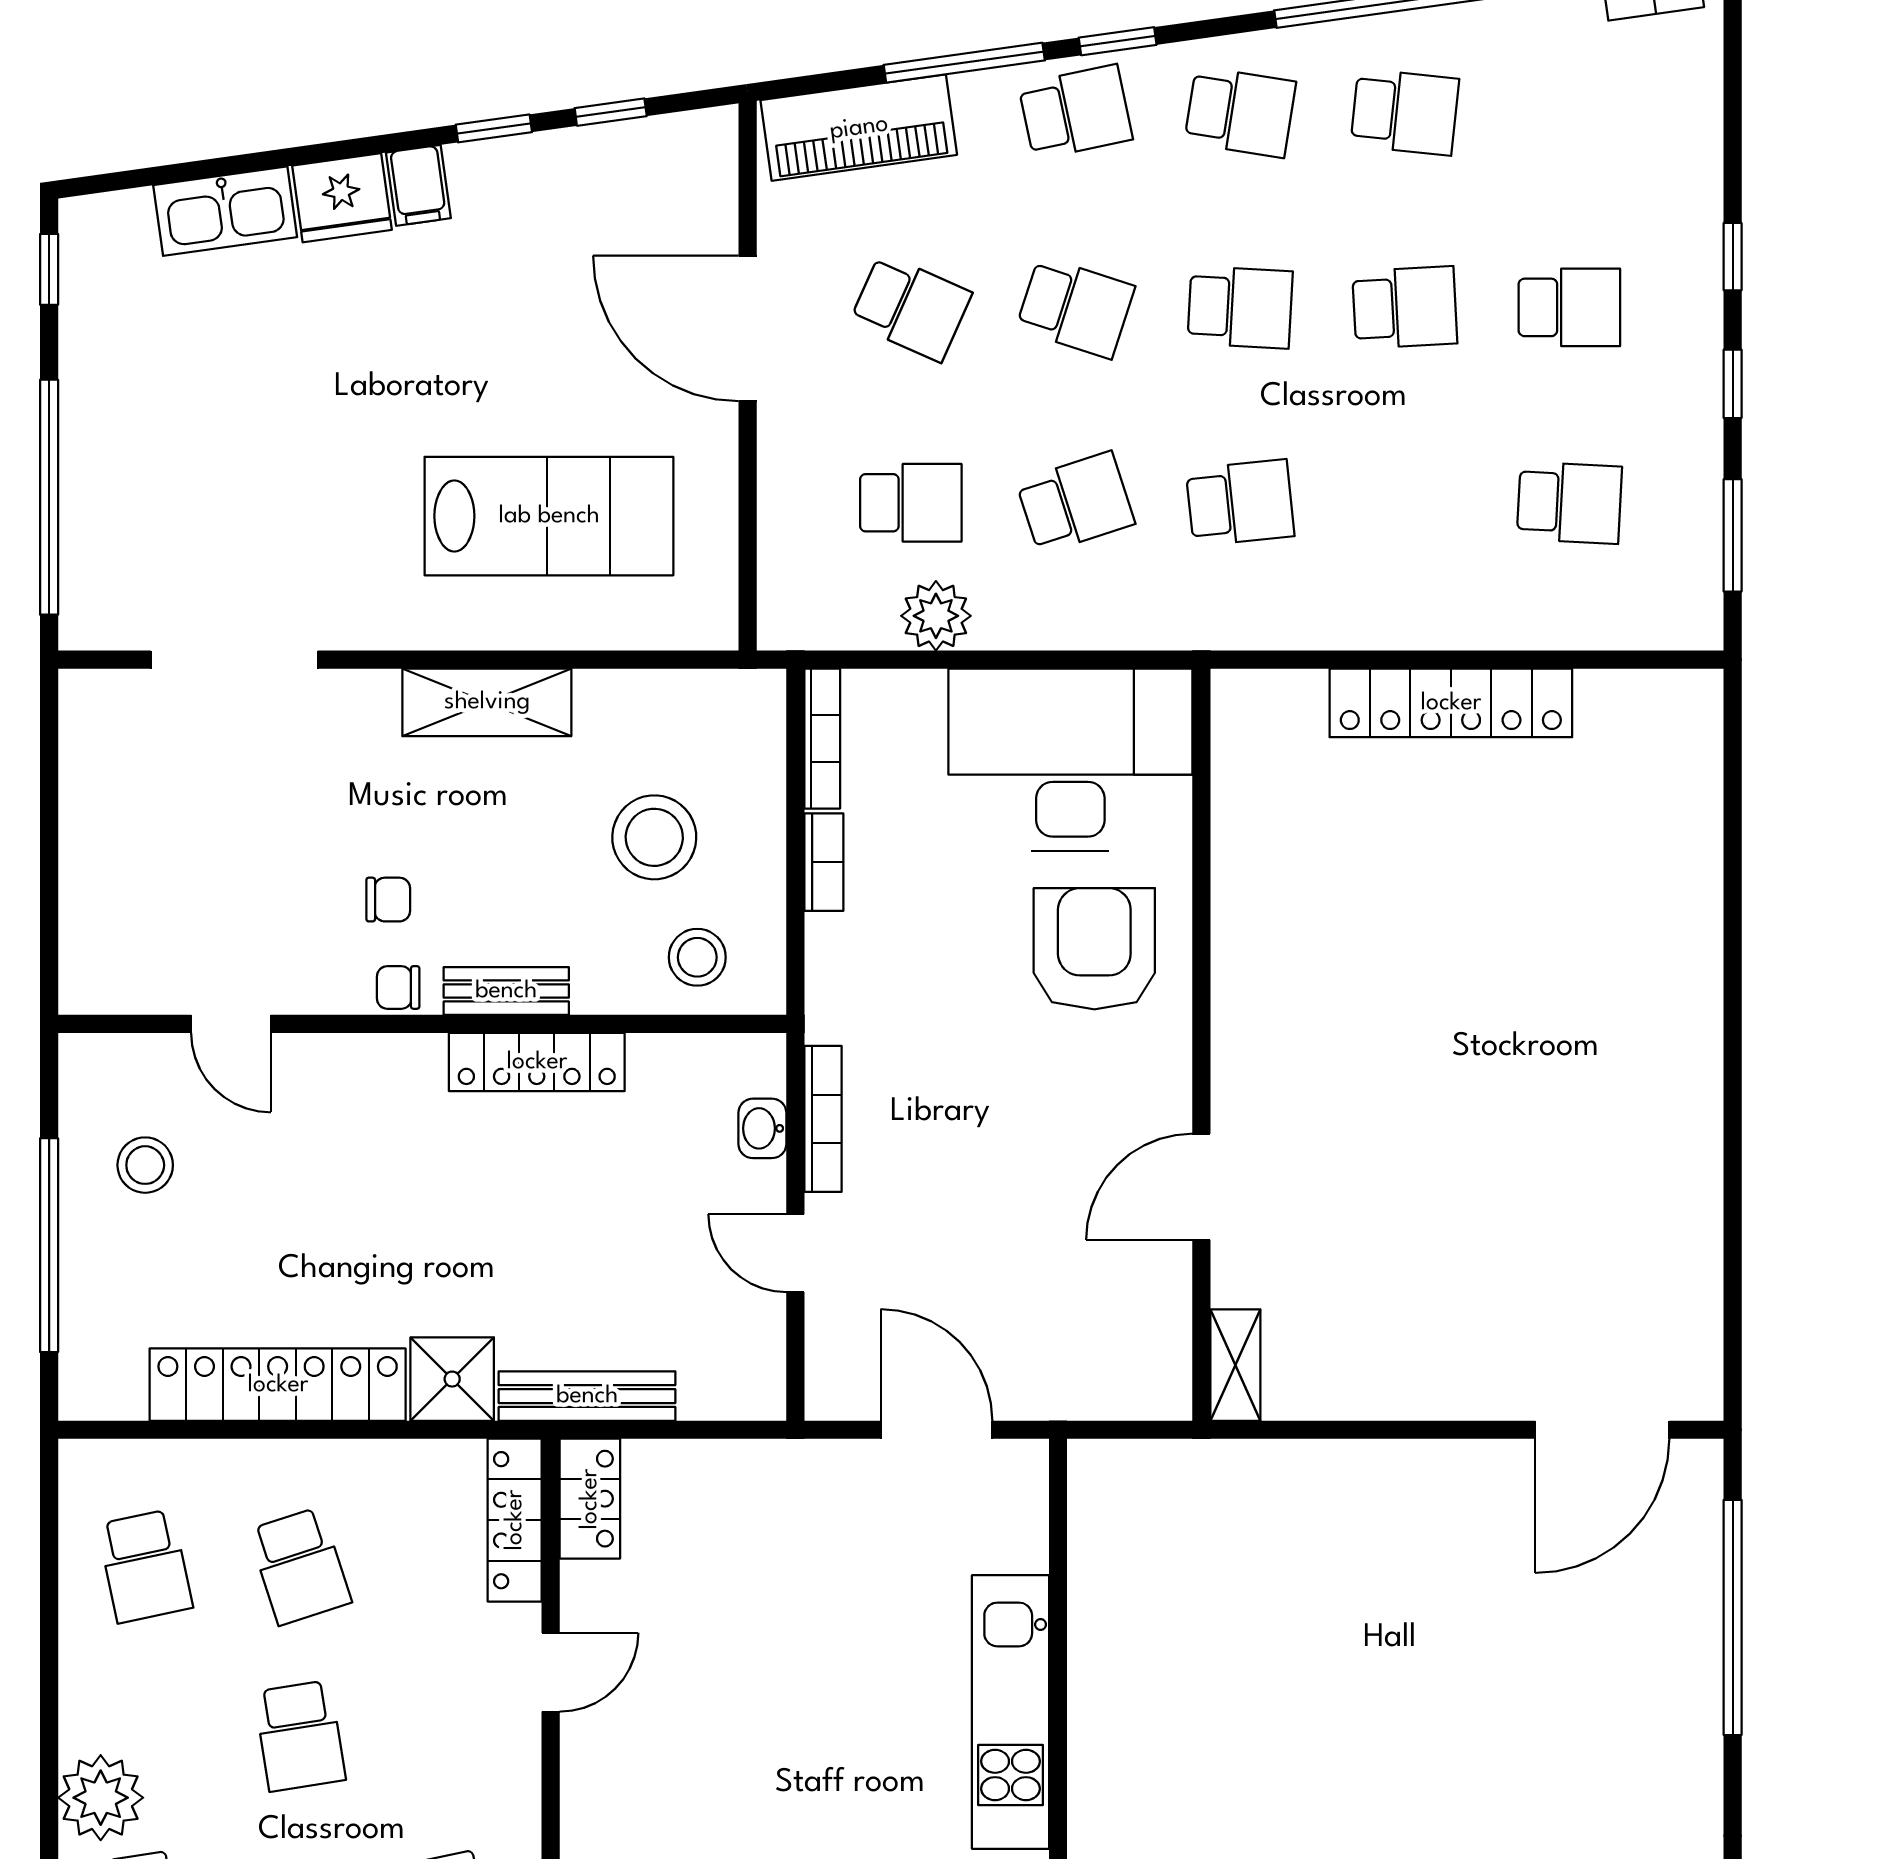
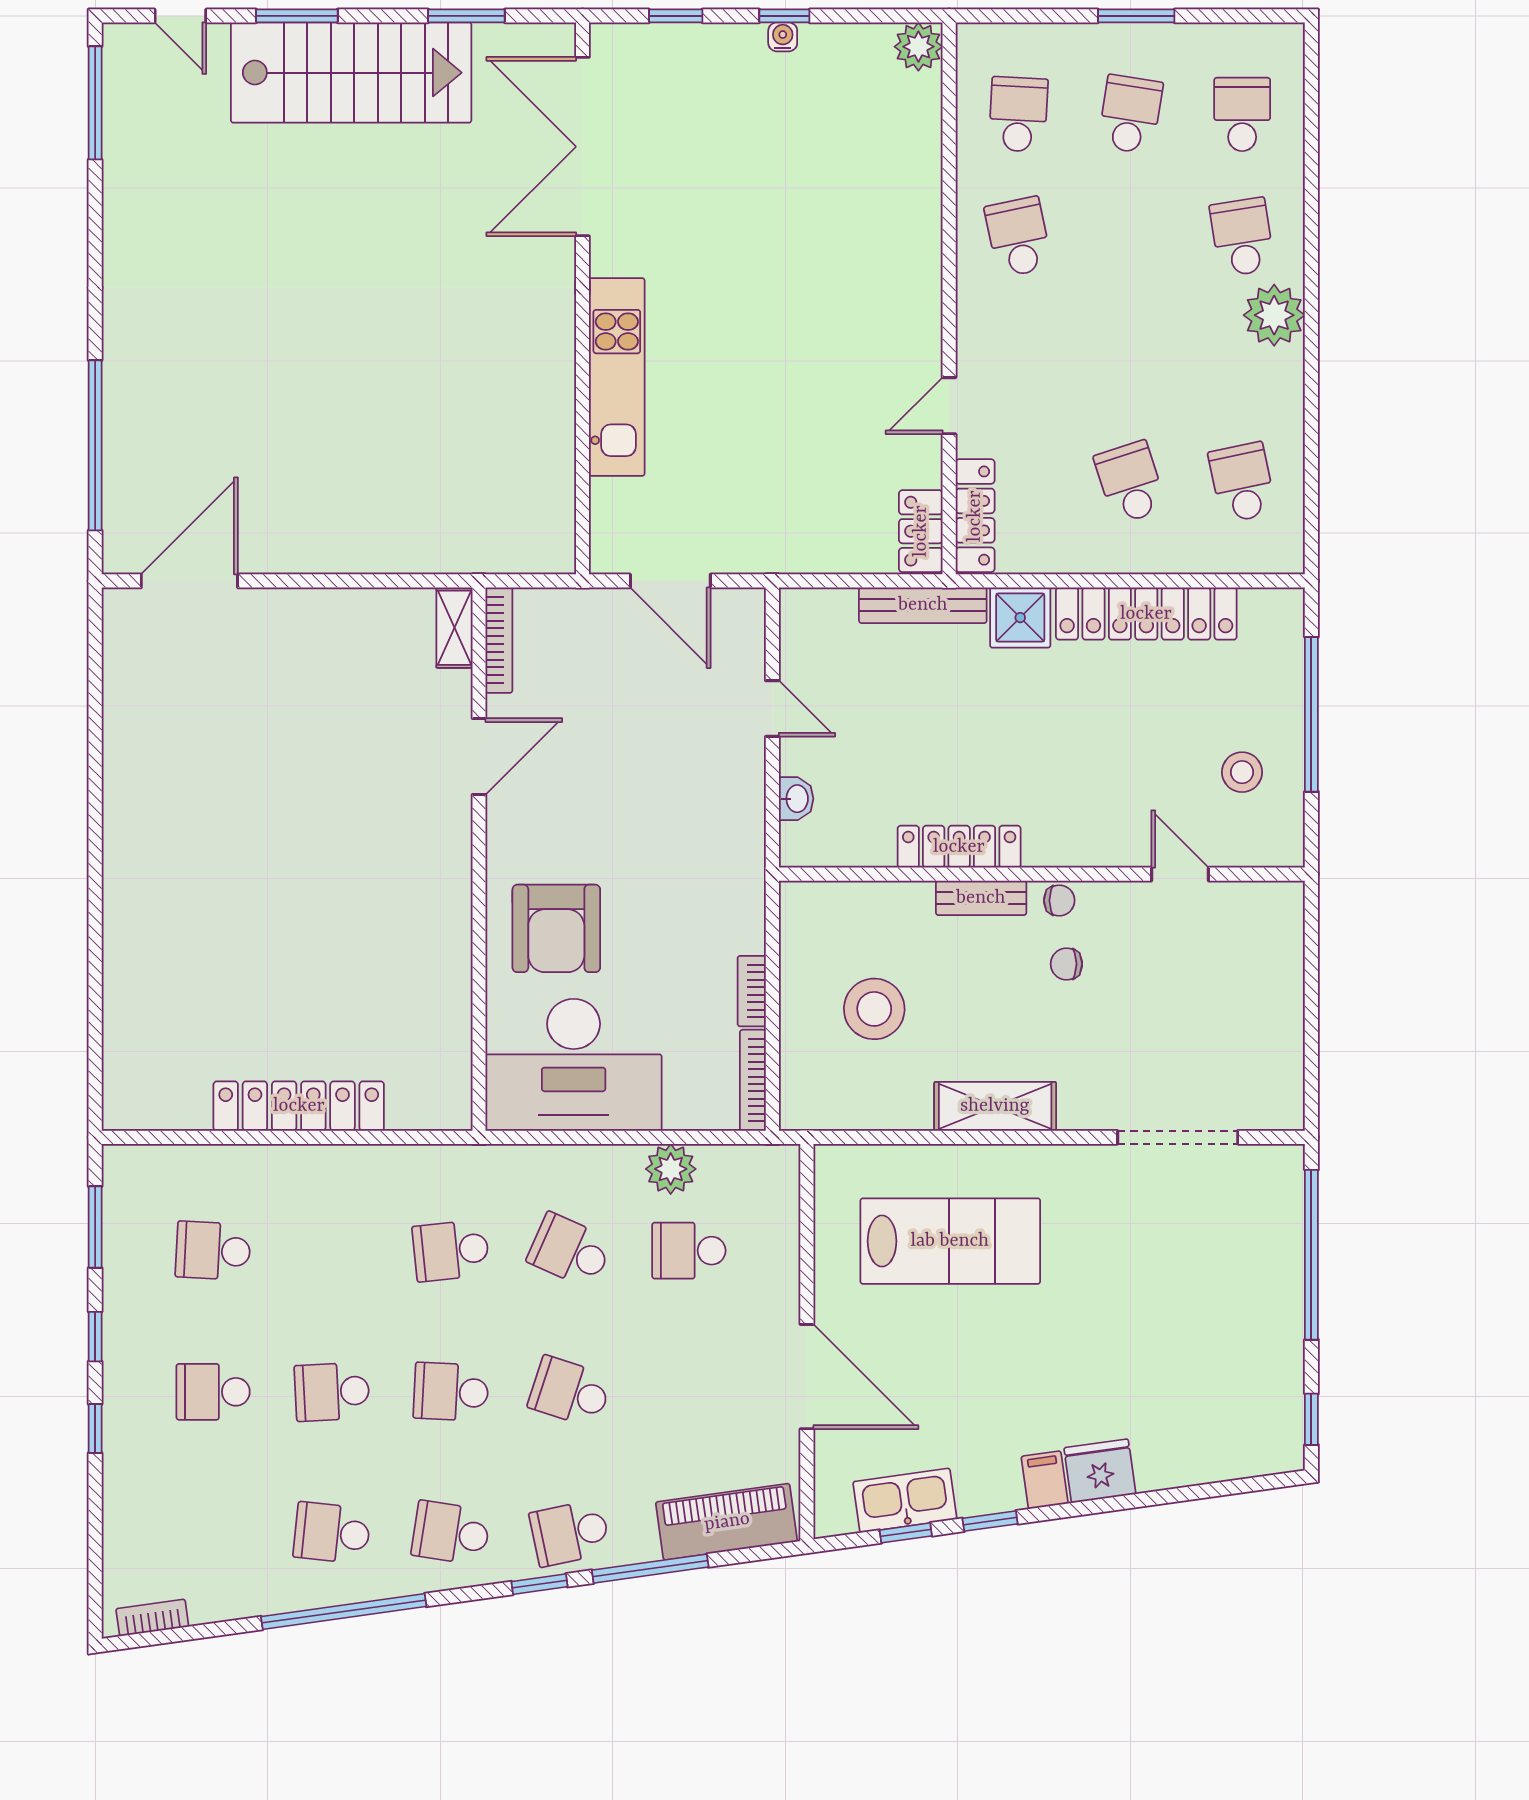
kitchen sink: (225, 211) -> (905, 1500), moved
school desk: (911, 307) -> (689, 1392), removed
school desk: (1075, 503) -> (570, 1251), turned 42
lab bench: (549, 516) -> (950, 1241), turned 180
stool: (697, 957) -> (843, 922), removed
bookcase: (823, 1119) -> (499, 640), moved, turned 180
school desk: (300, 1736) -> (1130, 360), removed

